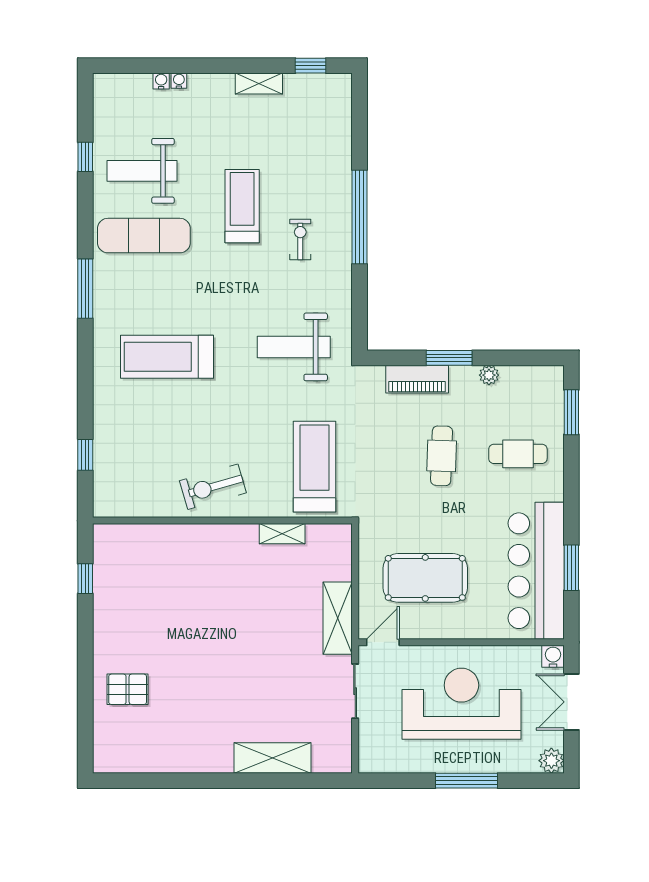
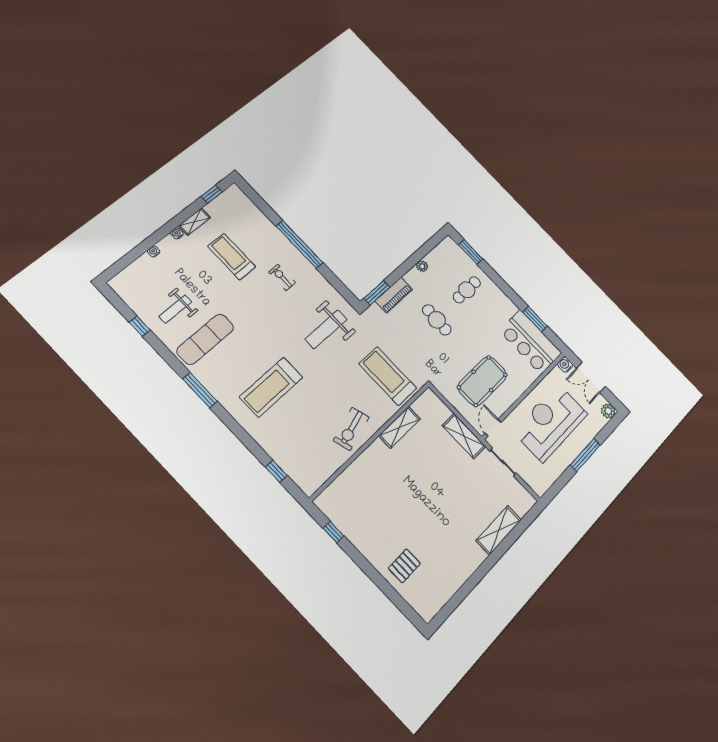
water cooler: (161, 81) -> (177, 233), moved
weight bench: (142, 171) -> (175, 309), width x0.73, depth x0.75
treadmill: (242, 206) -> (232, 257), moved
window: (449, 358) -> (377, 293), moved
shelving: (282, 534) -> (400, 427), width x1.50, depth x1.33
bar counter: (536, 571) -> (531, 342), width x0.73

